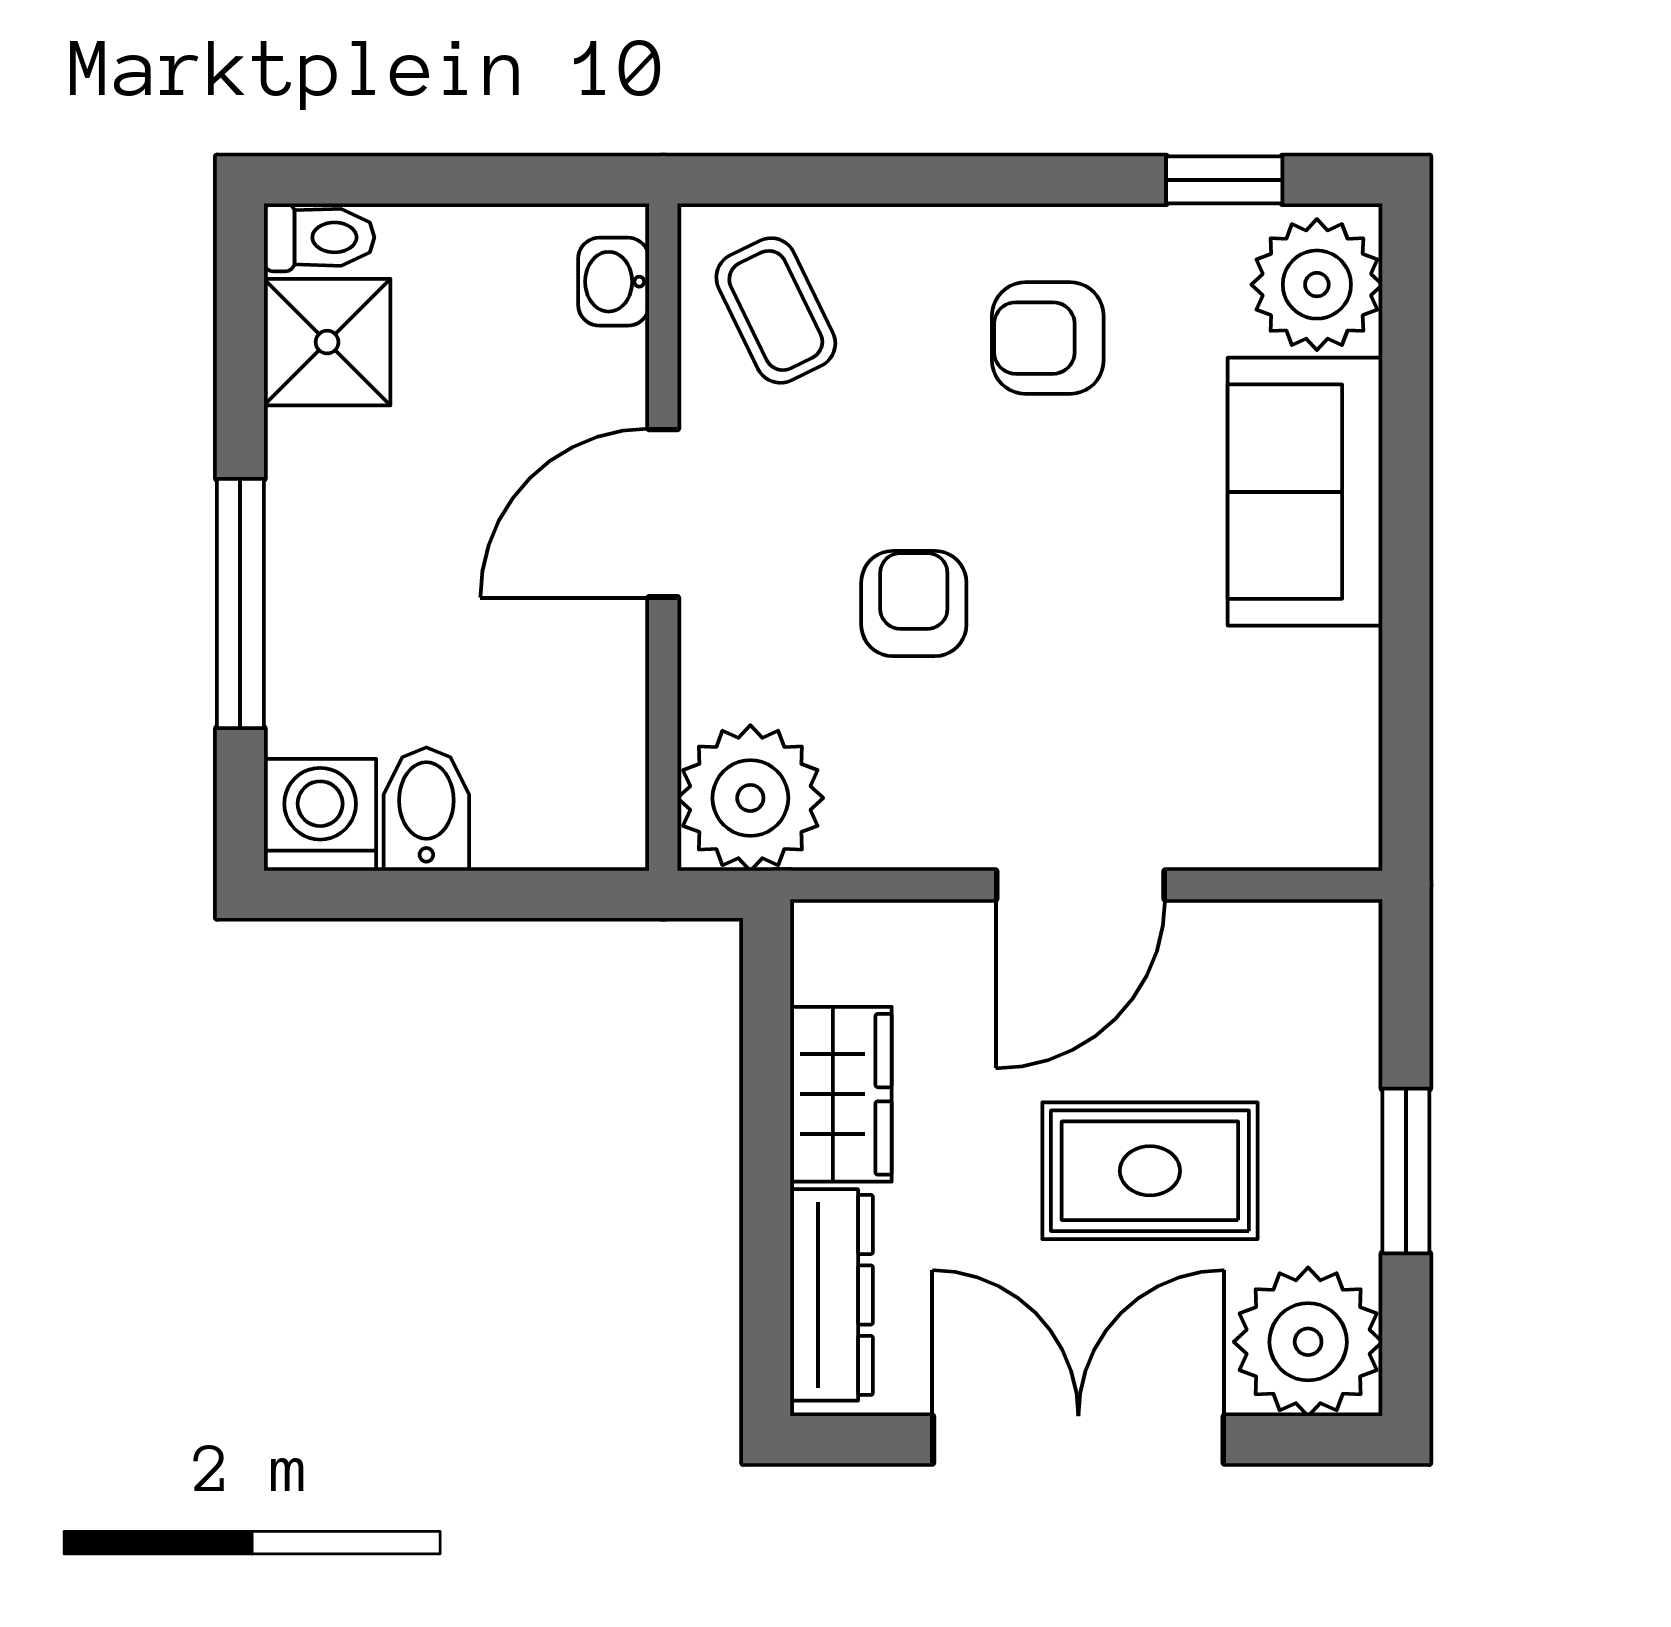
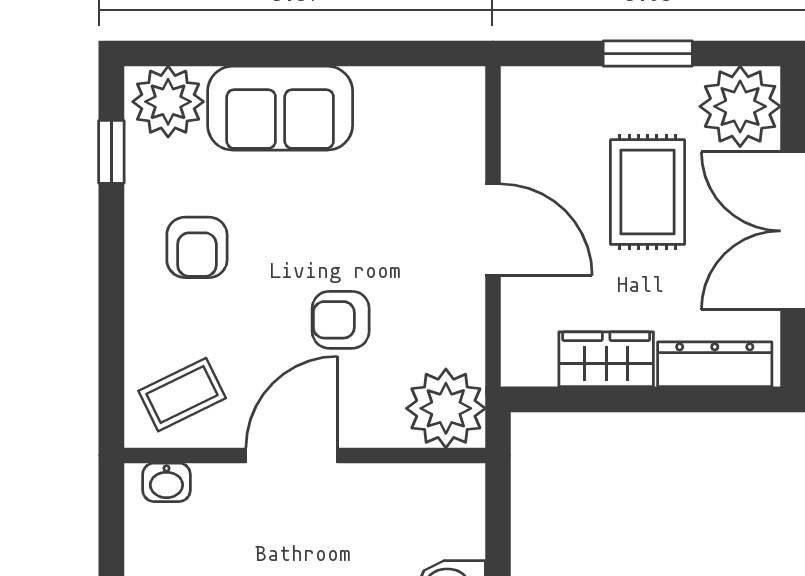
door: (663, 513) -> (292, 455), swing flipped

